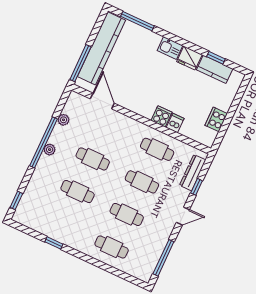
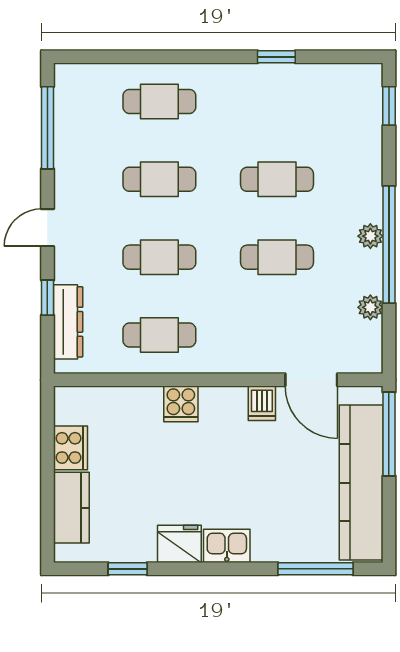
kitchen counter: (215, 69) -> (71, 508), moved, turned 90
dishwasher: (175, 123) -> (262, 403), moved

